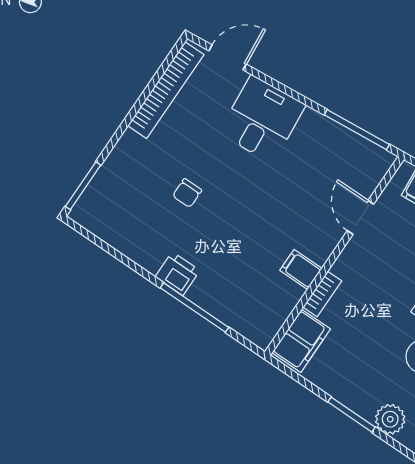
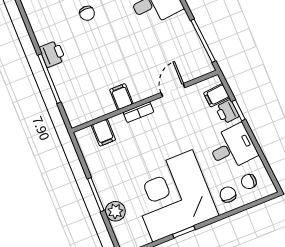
chair: (187, 193) -> (87, 13), turned -90
bookcase: (322, 294) -> (139, 112), moved
filing cabinet: (301, 341) -> (103, 133), width x0.50

